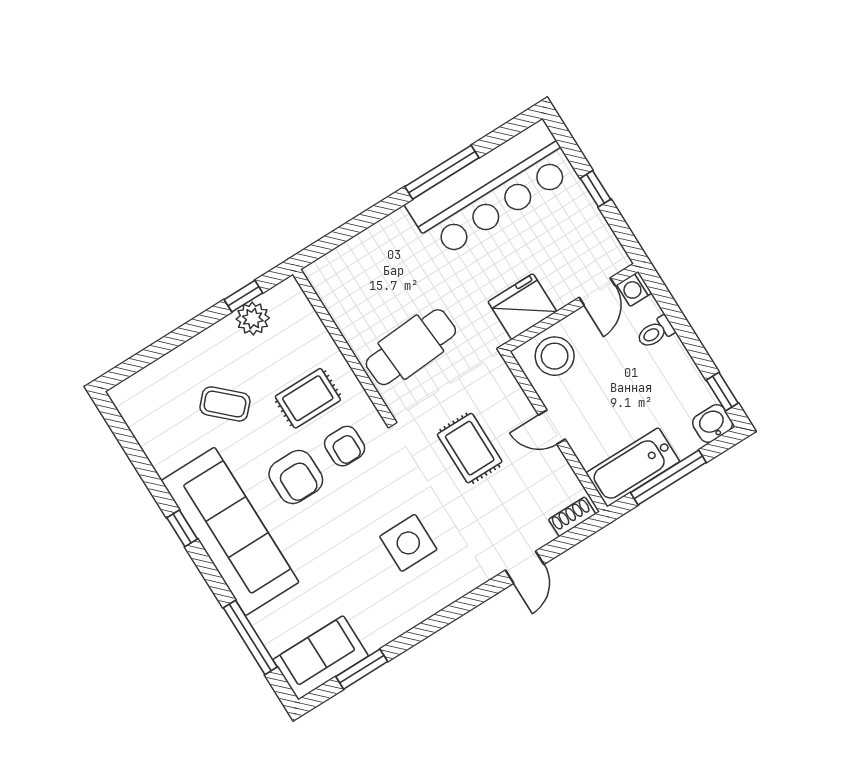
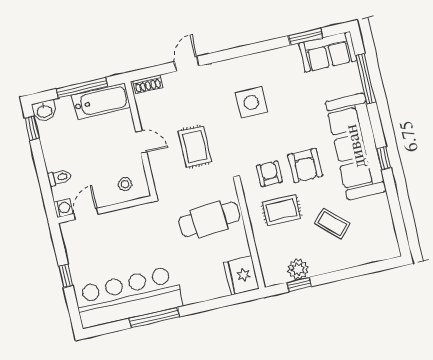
fridge: (522, 307) -> (242, 276), moved, turned 90
stool: (555, 356) -> (125, 184), width x0.53, depth x0.53
armchair: (296, 477) -> (305, 165), turned 180

